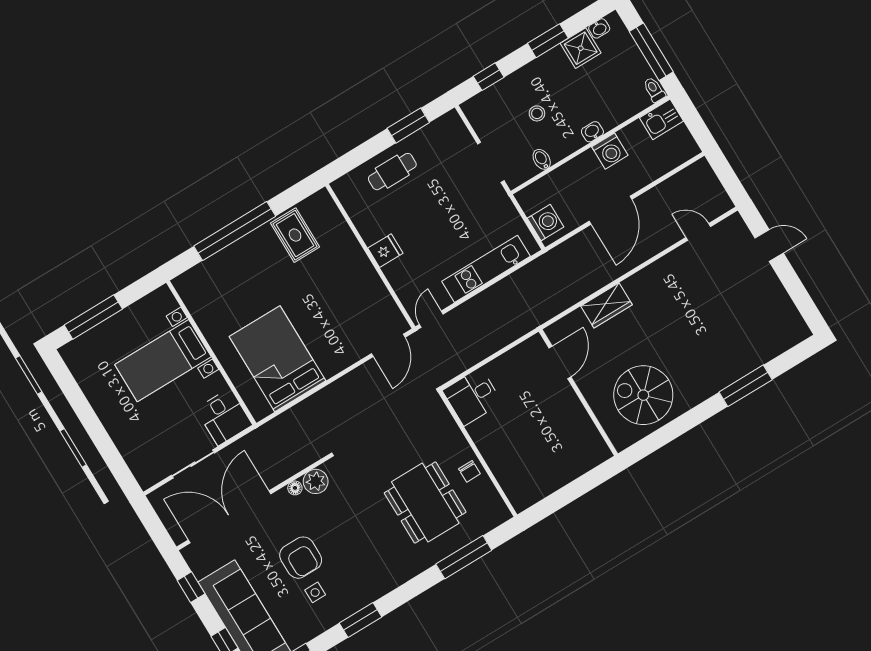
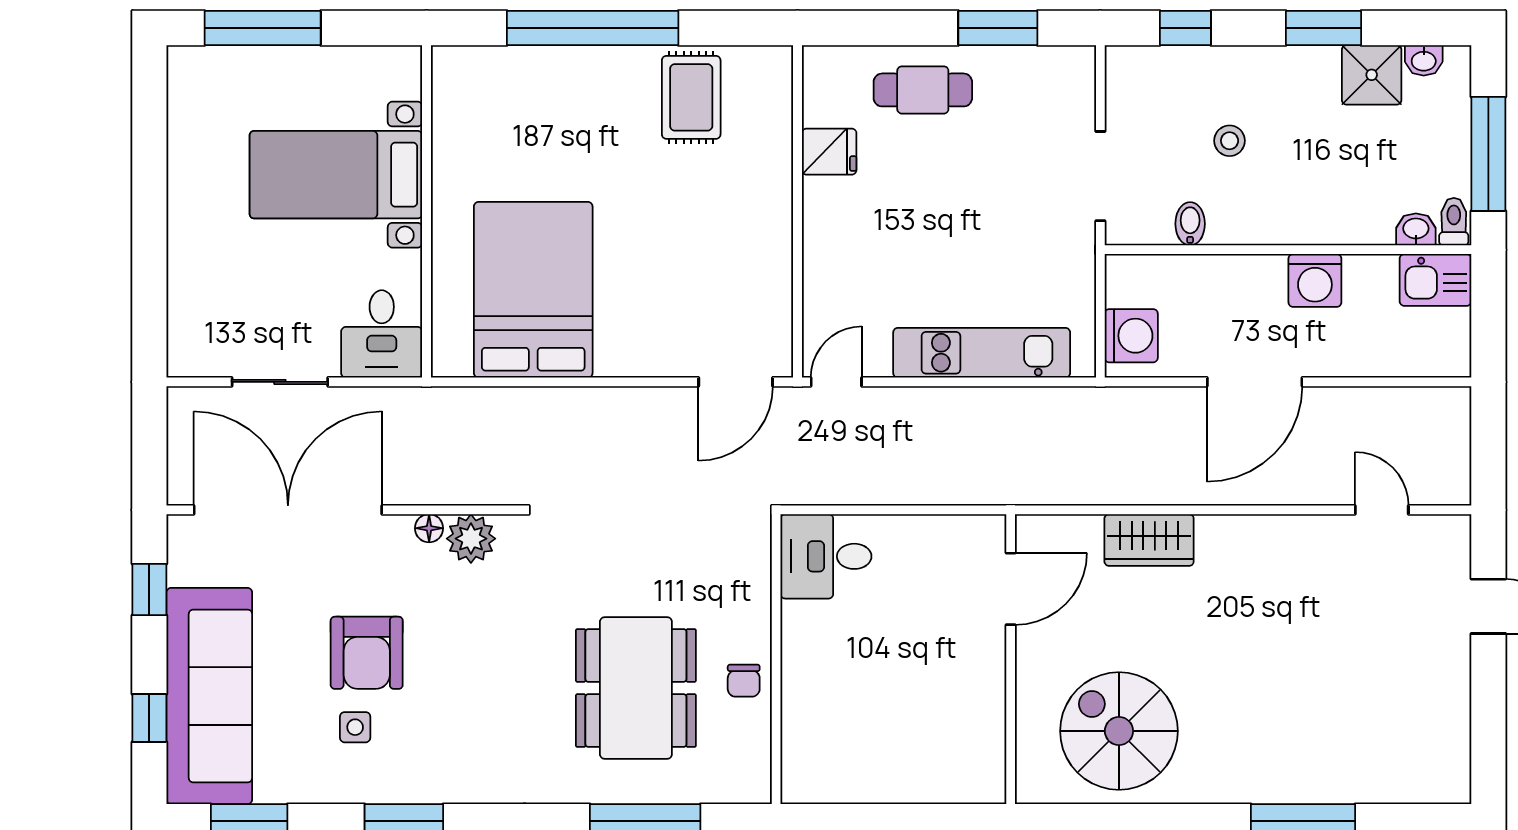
washbasin: (592, 132) -> (1416, 229), moved
fridge: (385, 251) -> (829, 152), moved

